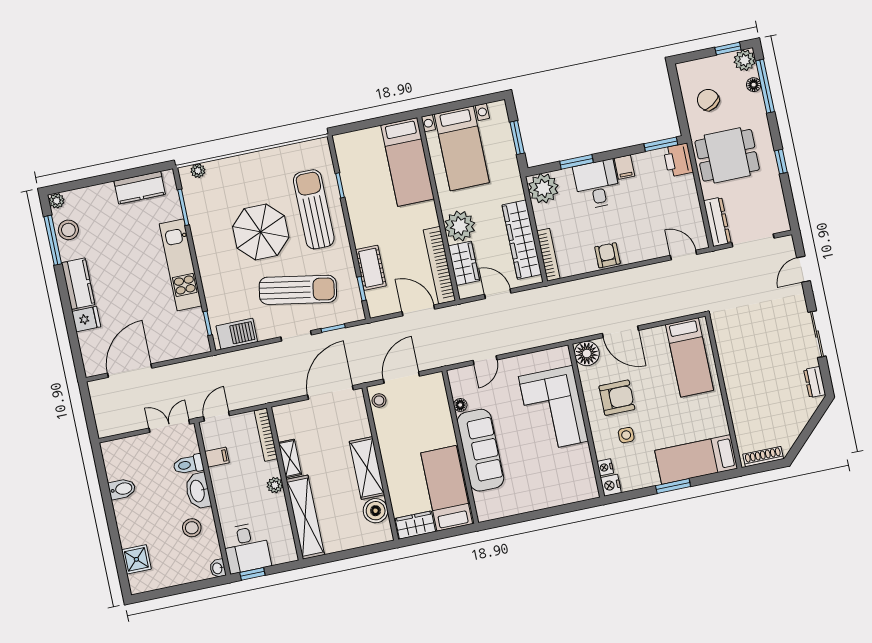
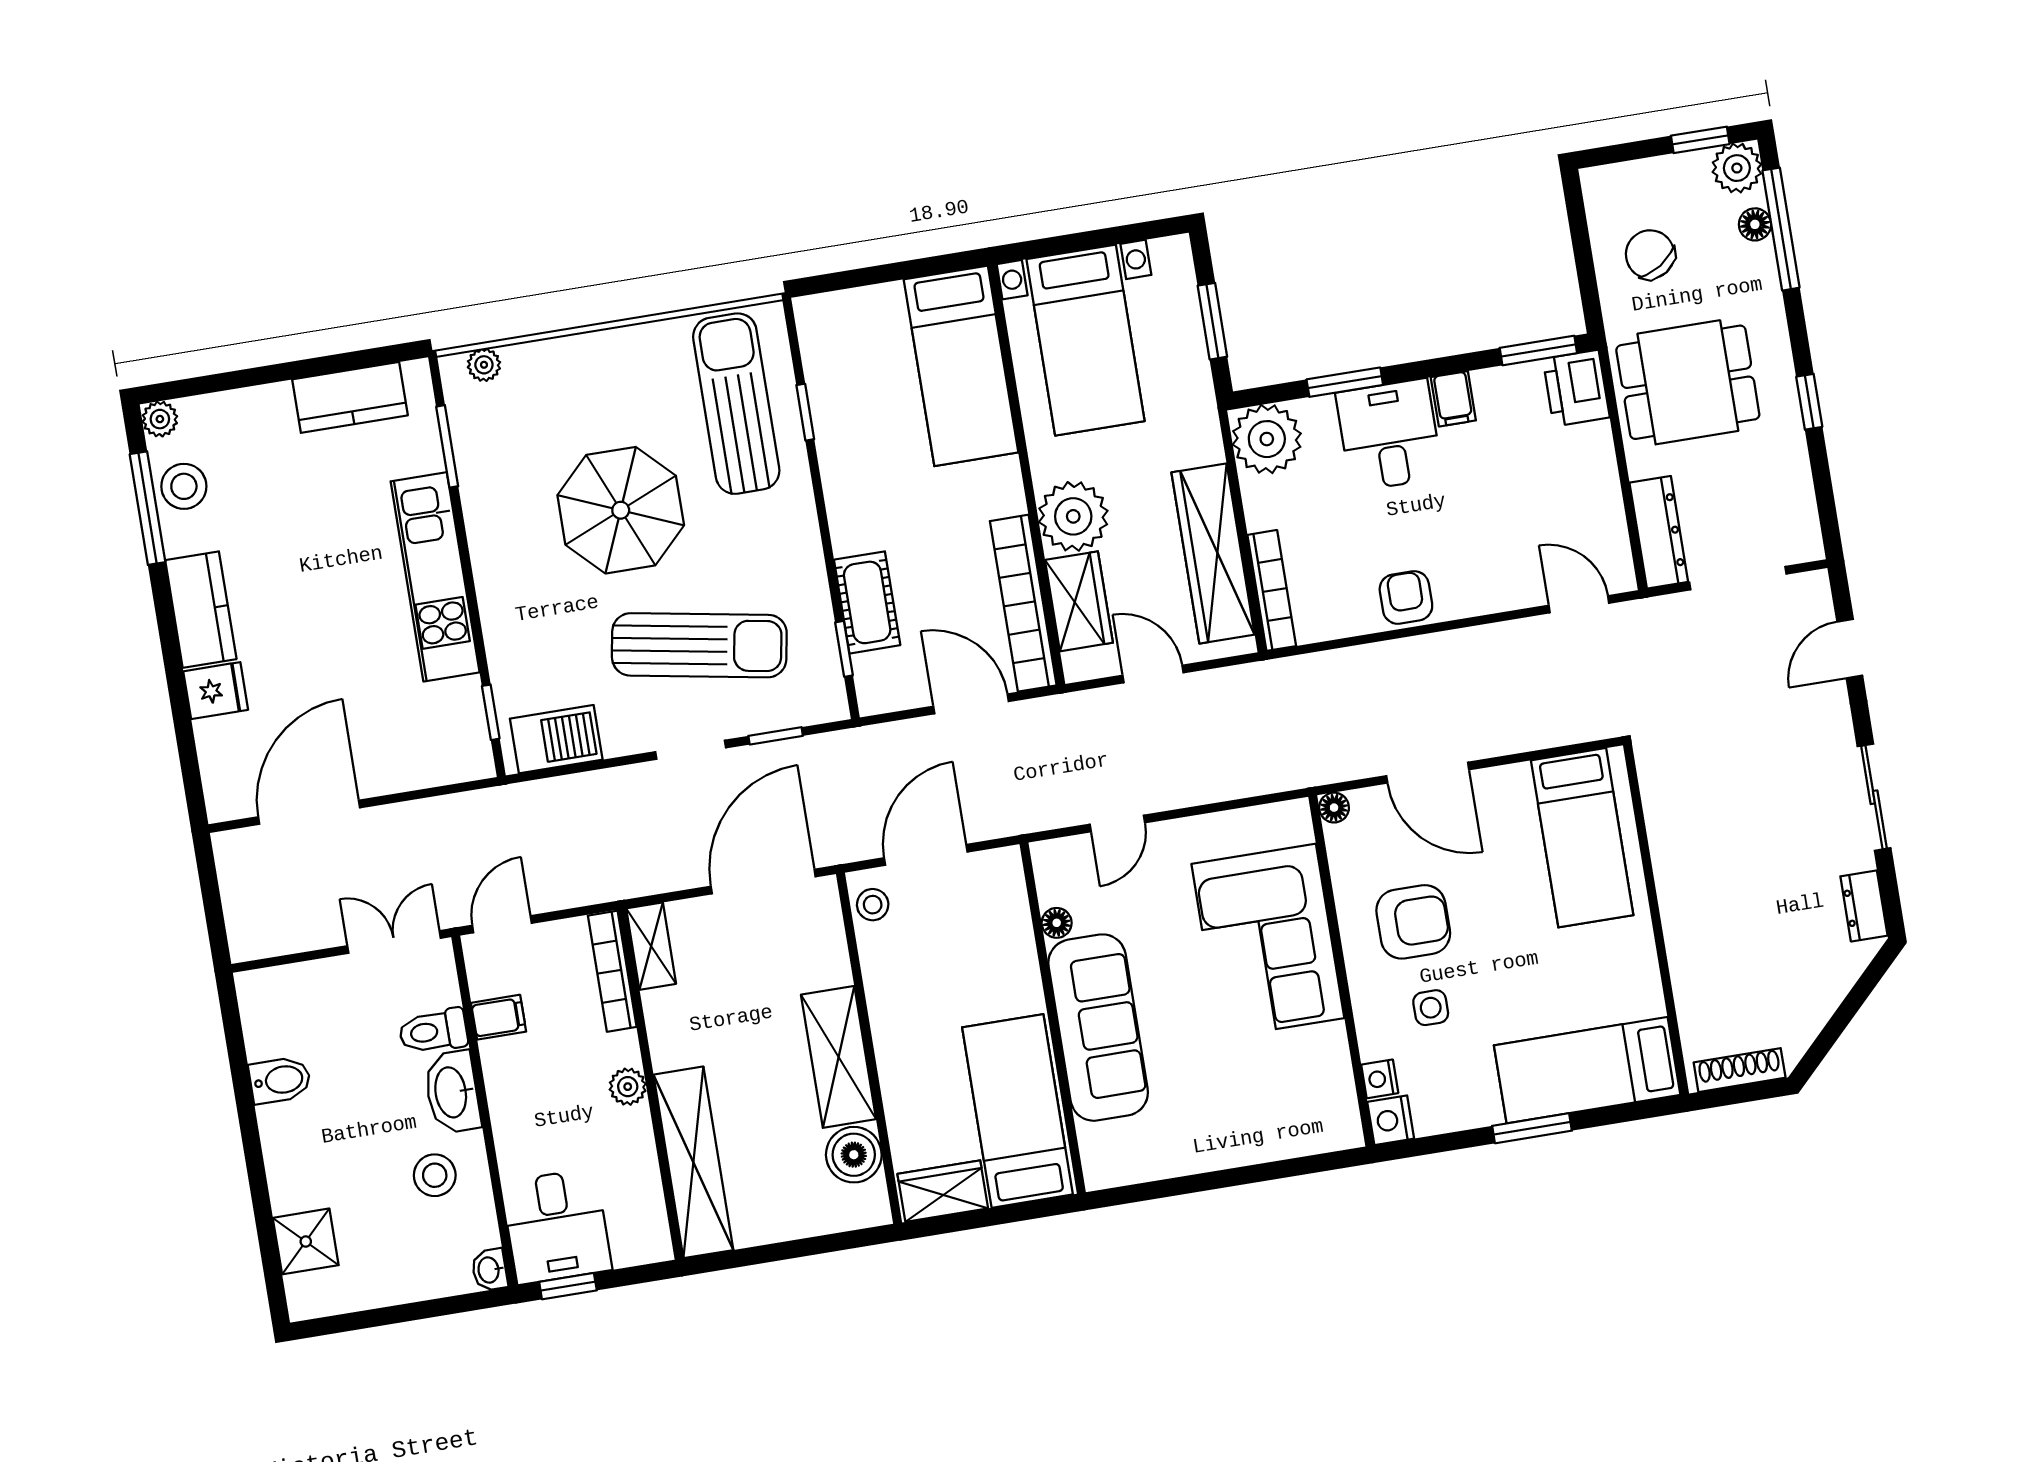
sun lounger: (314, 209) -> (736, 404), moved
floor lamp: (587, 353) -> (1334, 808), width x0.53, depth x0.53
shelving: (290, 458) -> (651, 946), moved

